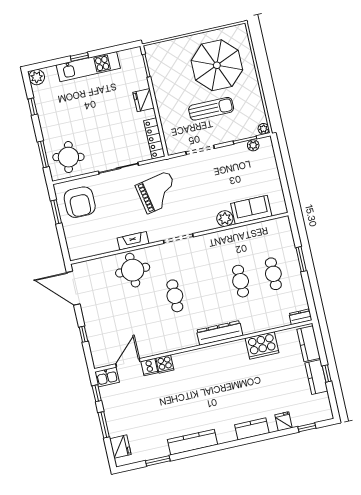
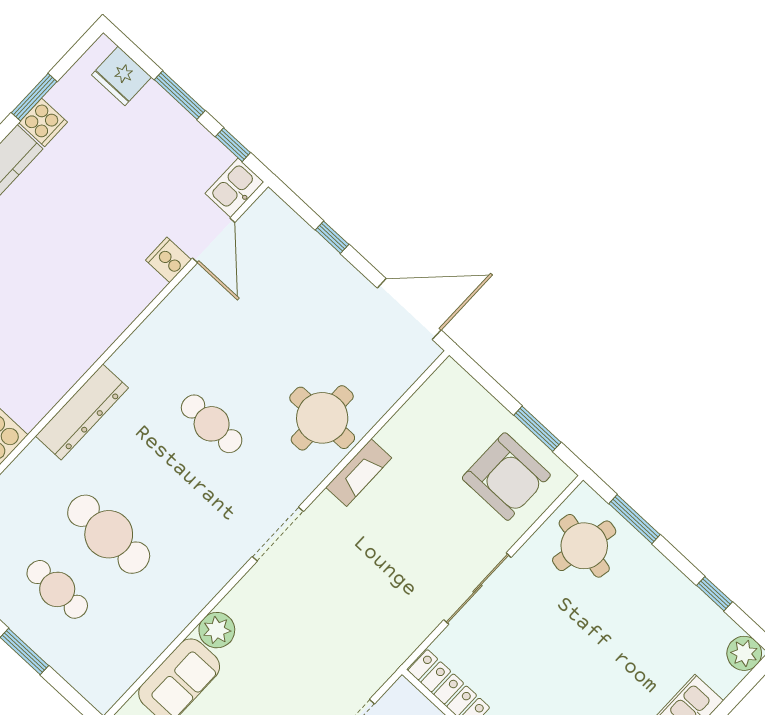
grand piano: (158, 192) -> (374, 593), removed
armchair: (80, 202) -> (506, 477), turned 180
cafe table: (241, 281) -> (109, 534), width x1.37, depth x1.35
cooker: (165, 364) -> (43, 122), moved, turned 180

